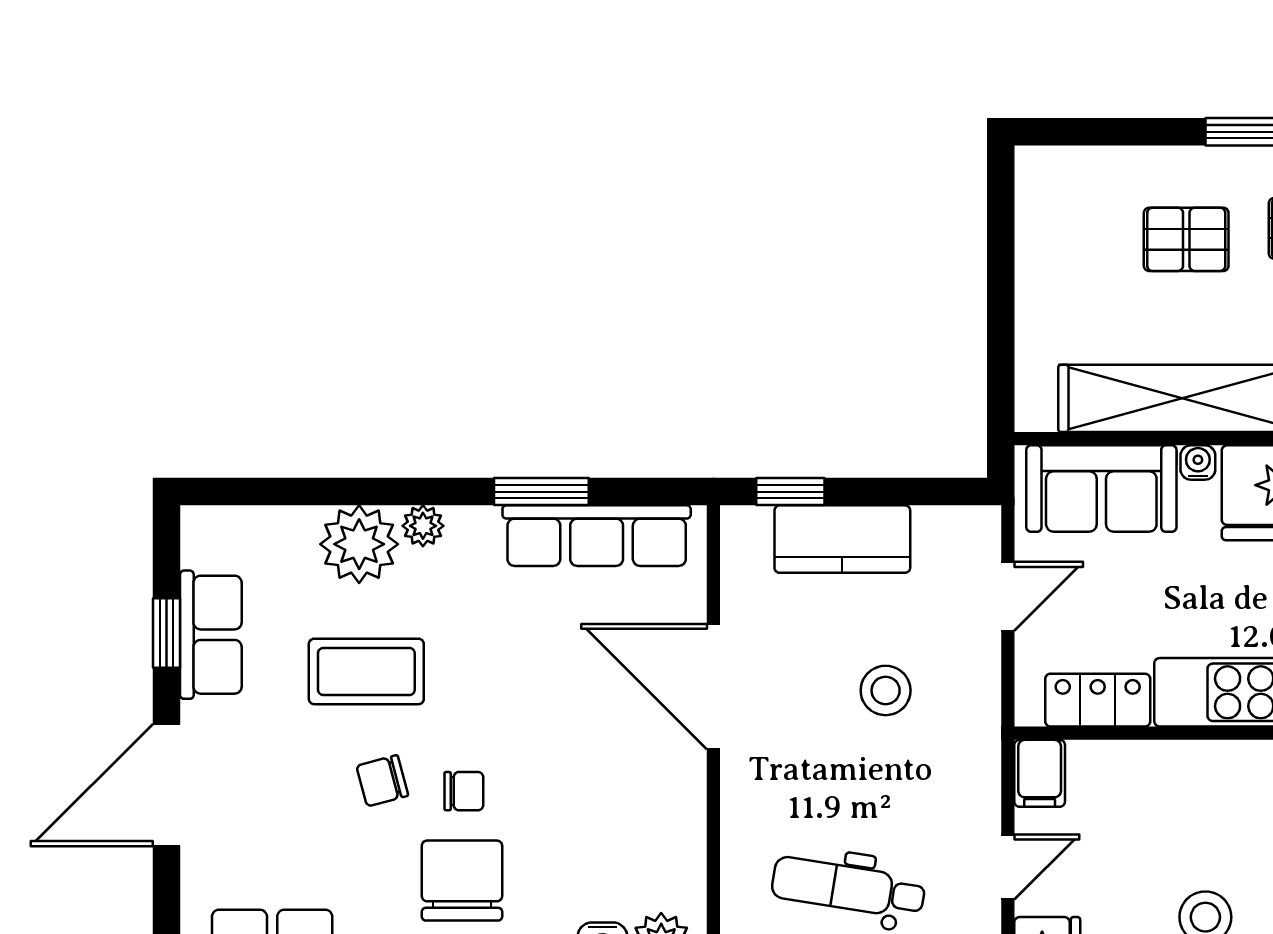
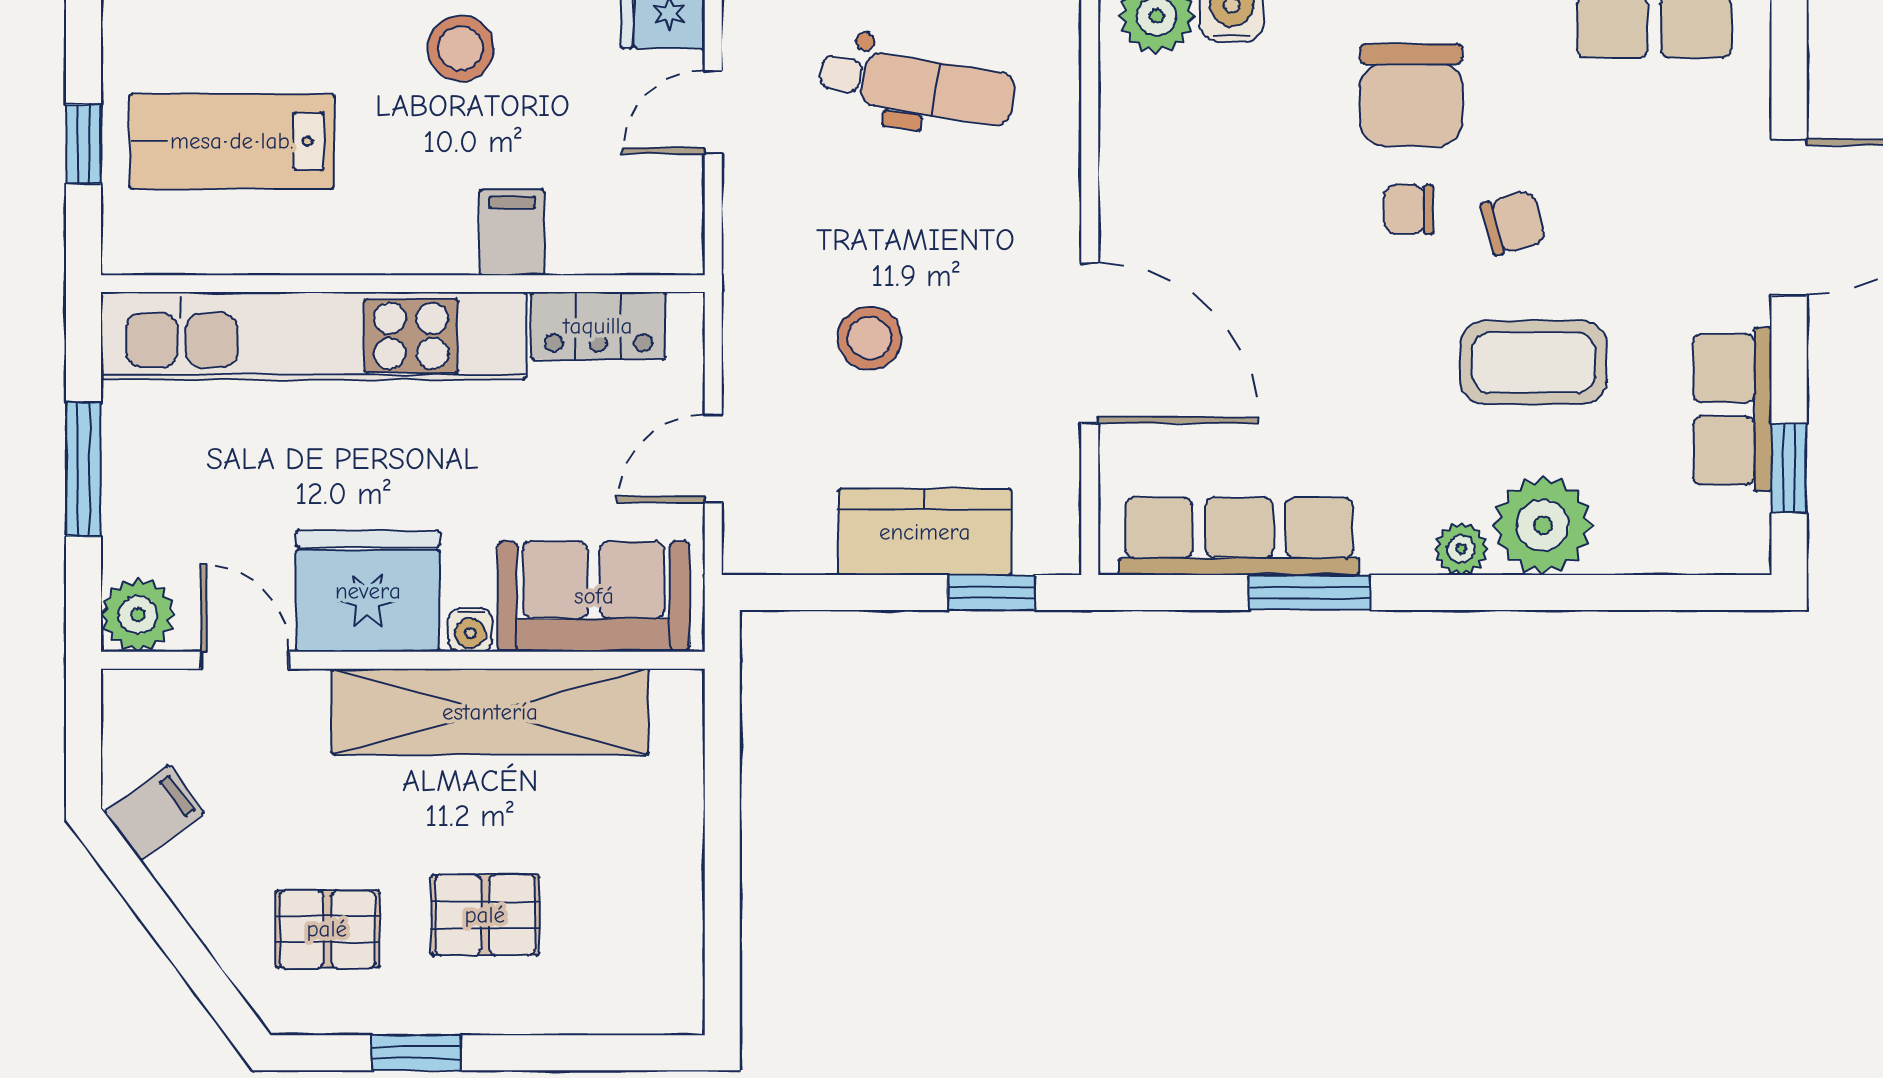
window: (166, 633) -> (1789, 468), moved
filing cabinet: (1040, 773) -> (512, 232), moved

